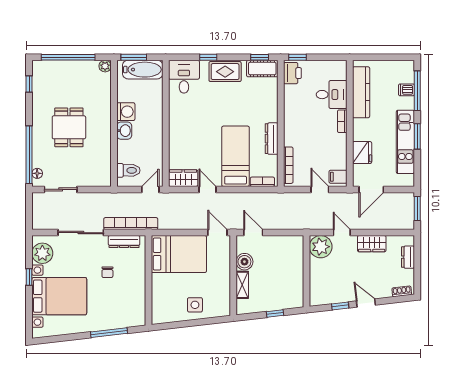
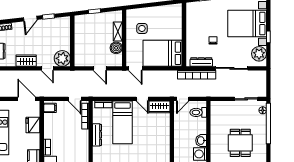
door: (320, 189) -> (75, 99), moved
door: (371, 189) -> (27, 99), hinge flipped
door: (253, 233) -> (100, 68), moved
door: (366, 303) -> (30, 19), hinge flipped
side table: (195, 305) -> (142, 28), moved

